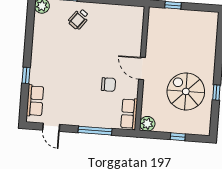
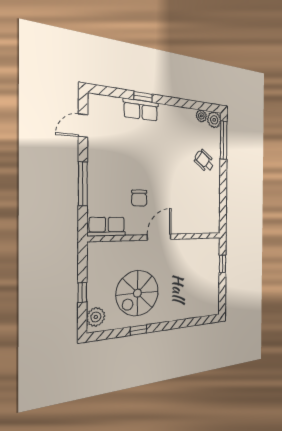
plant: (39, 20) -> (201, 116), added
spiral stairs: (186, 91) -> (137, 293), turned 180
row of seats: (35, 101) -> (141, 110), moved
plant: (147, 124) -> (96, 317), moved

